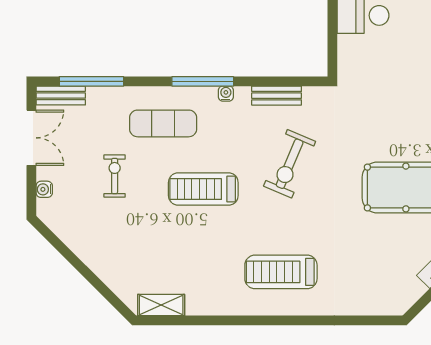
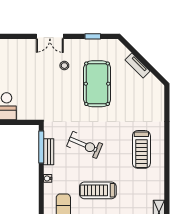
window: (203, 81) -> (41, 147), moved
treadmill: (203, 189) -> (98, 190), turned 90

